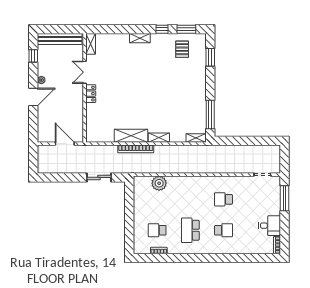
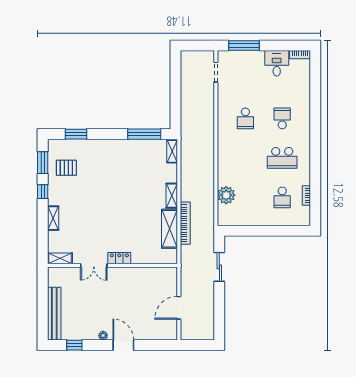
shelving: (91, 44) -> (60, 258), moved
double door: (85, 72) -> (94, 265), moved
wall: (85, 88) -> (113, 265), moved
locker: (91, 94) -> (119, 258), moved

